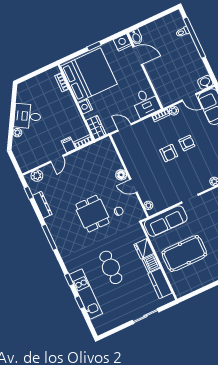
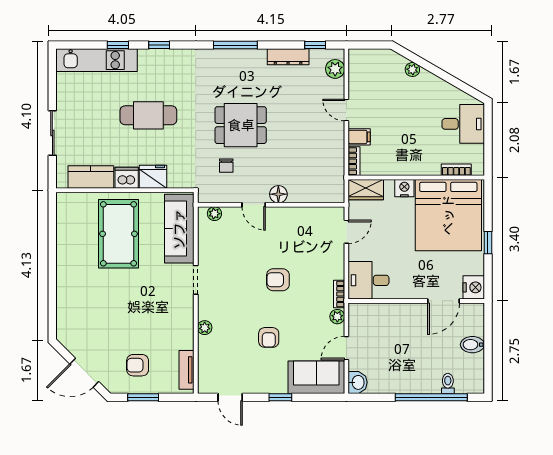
bidet: (136, 37) -> (472, 345), moved
desk: (27, 116) -> (463, 124), moved, turned 60
armchair: (187, 143) -> (269, 337), moved
door: (133, 186) -> (254, 205), swing flipped
kitchen unit: (86, 294) -> (97, 60), moved

